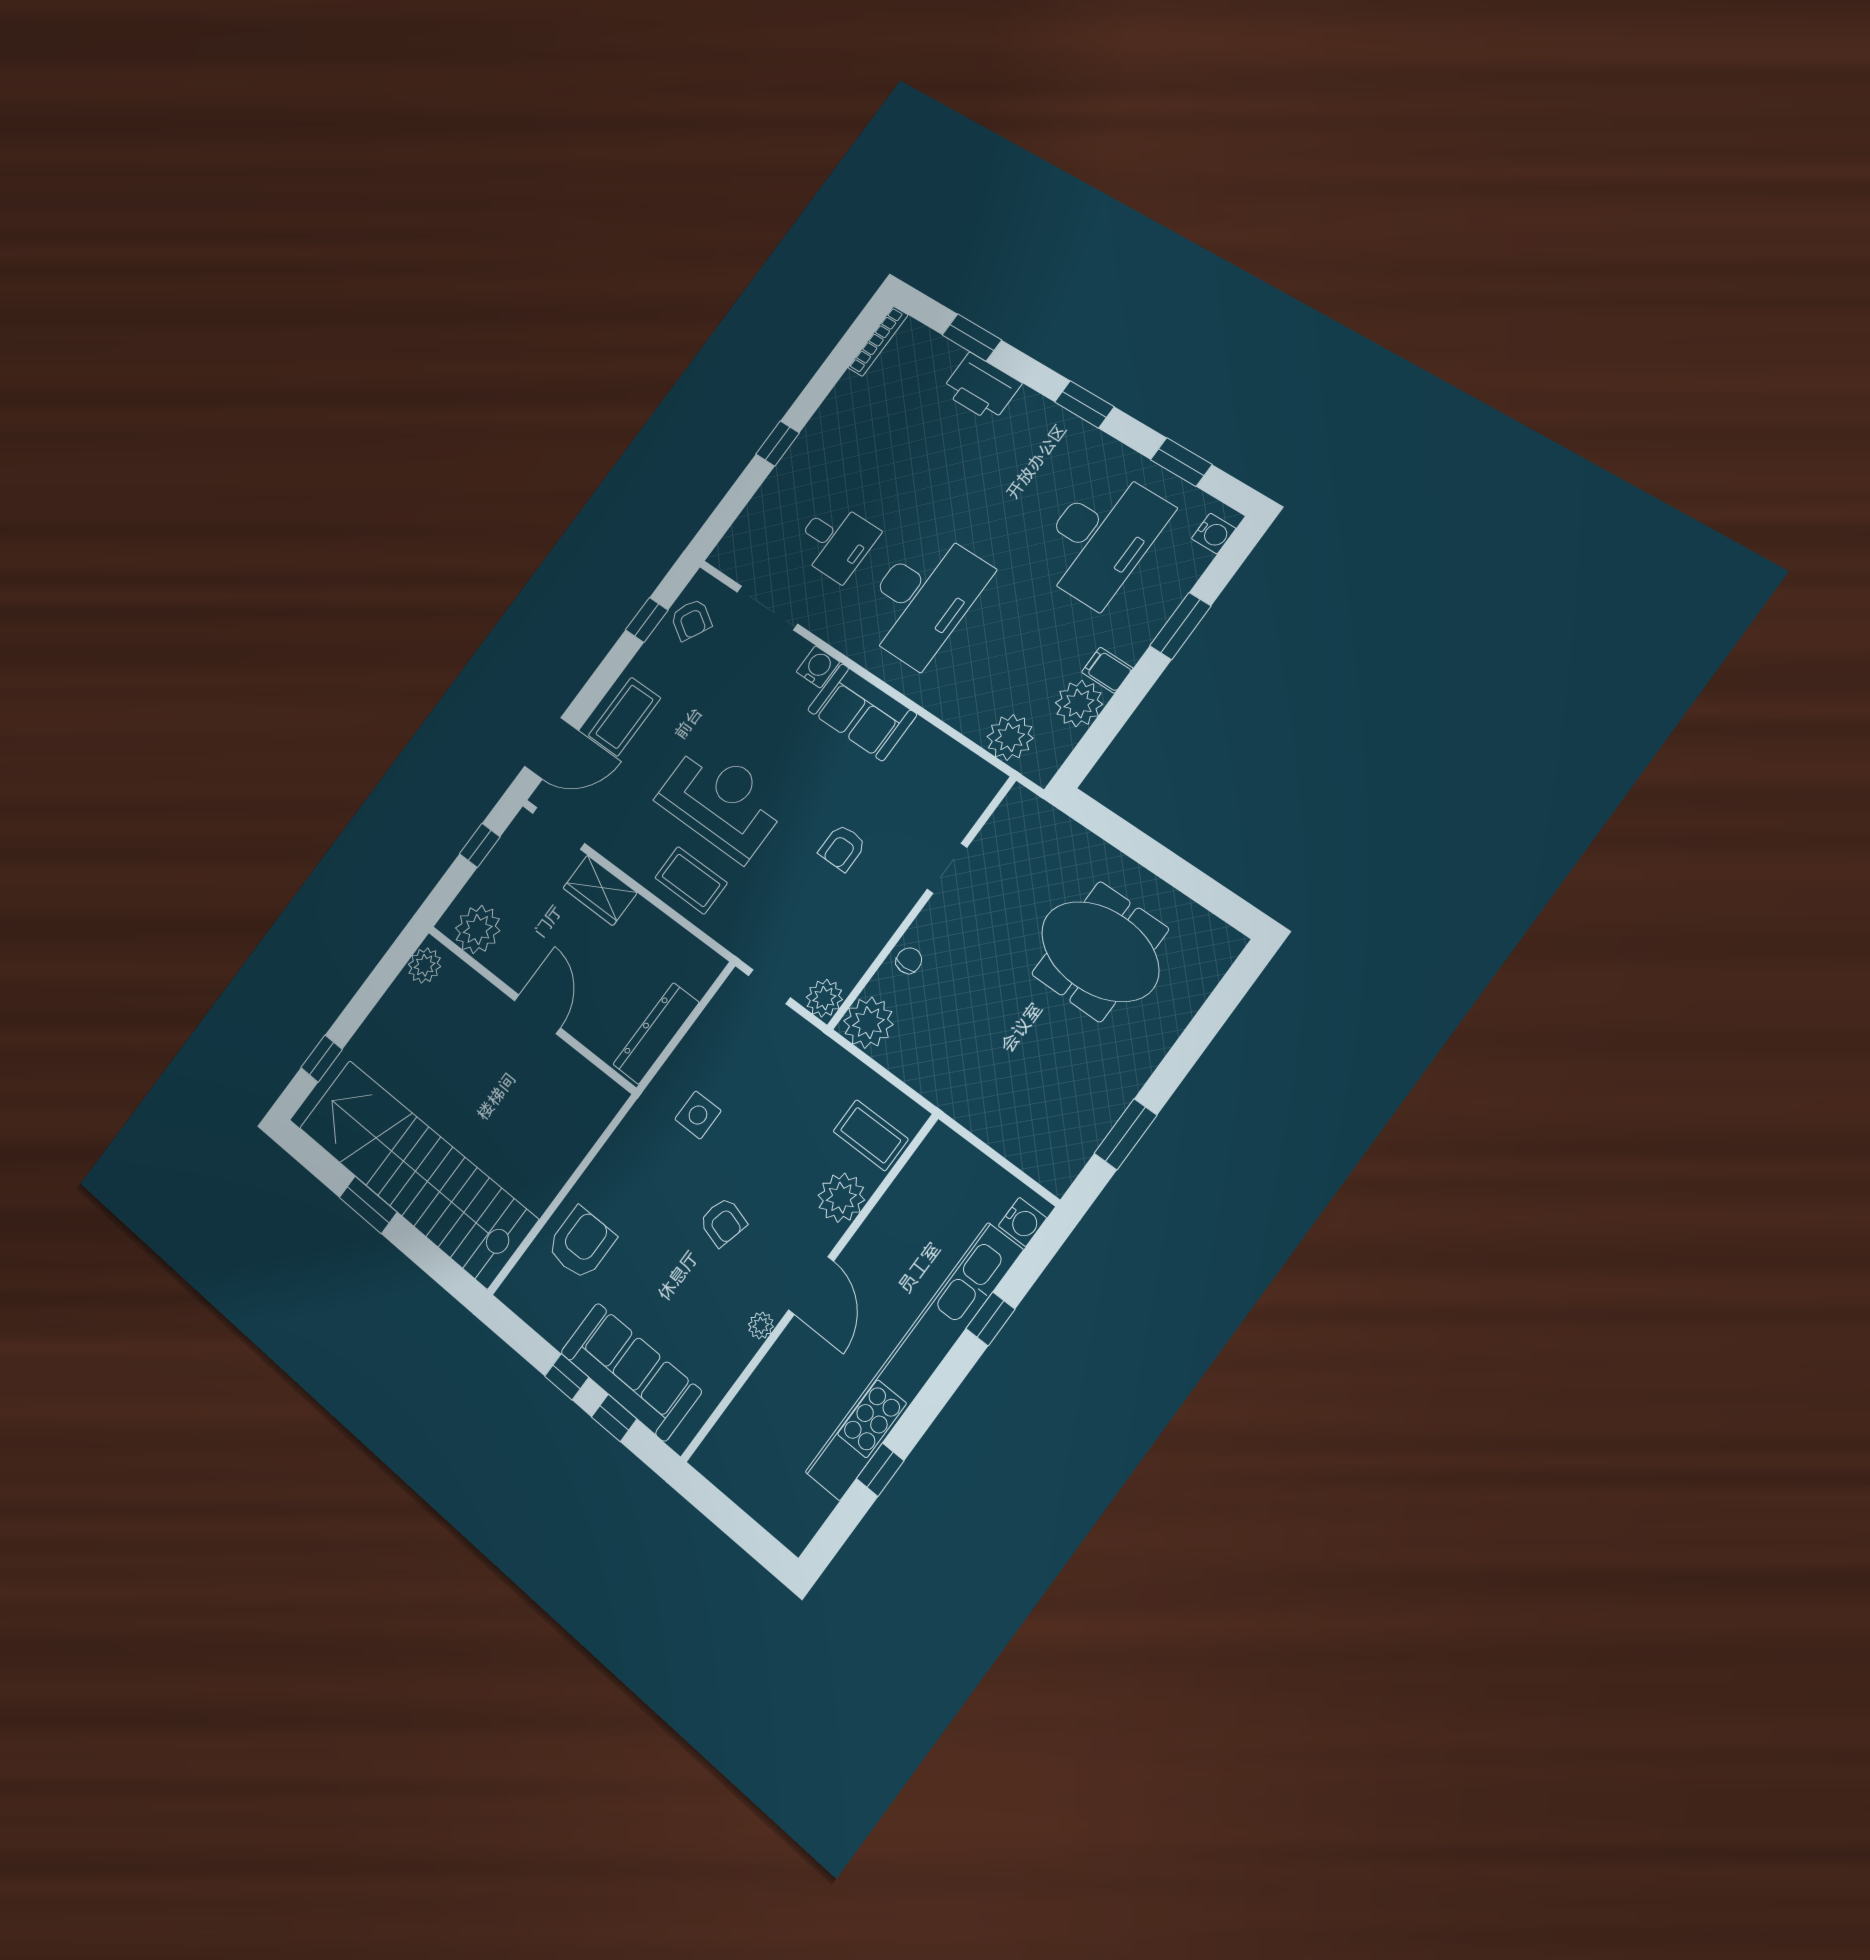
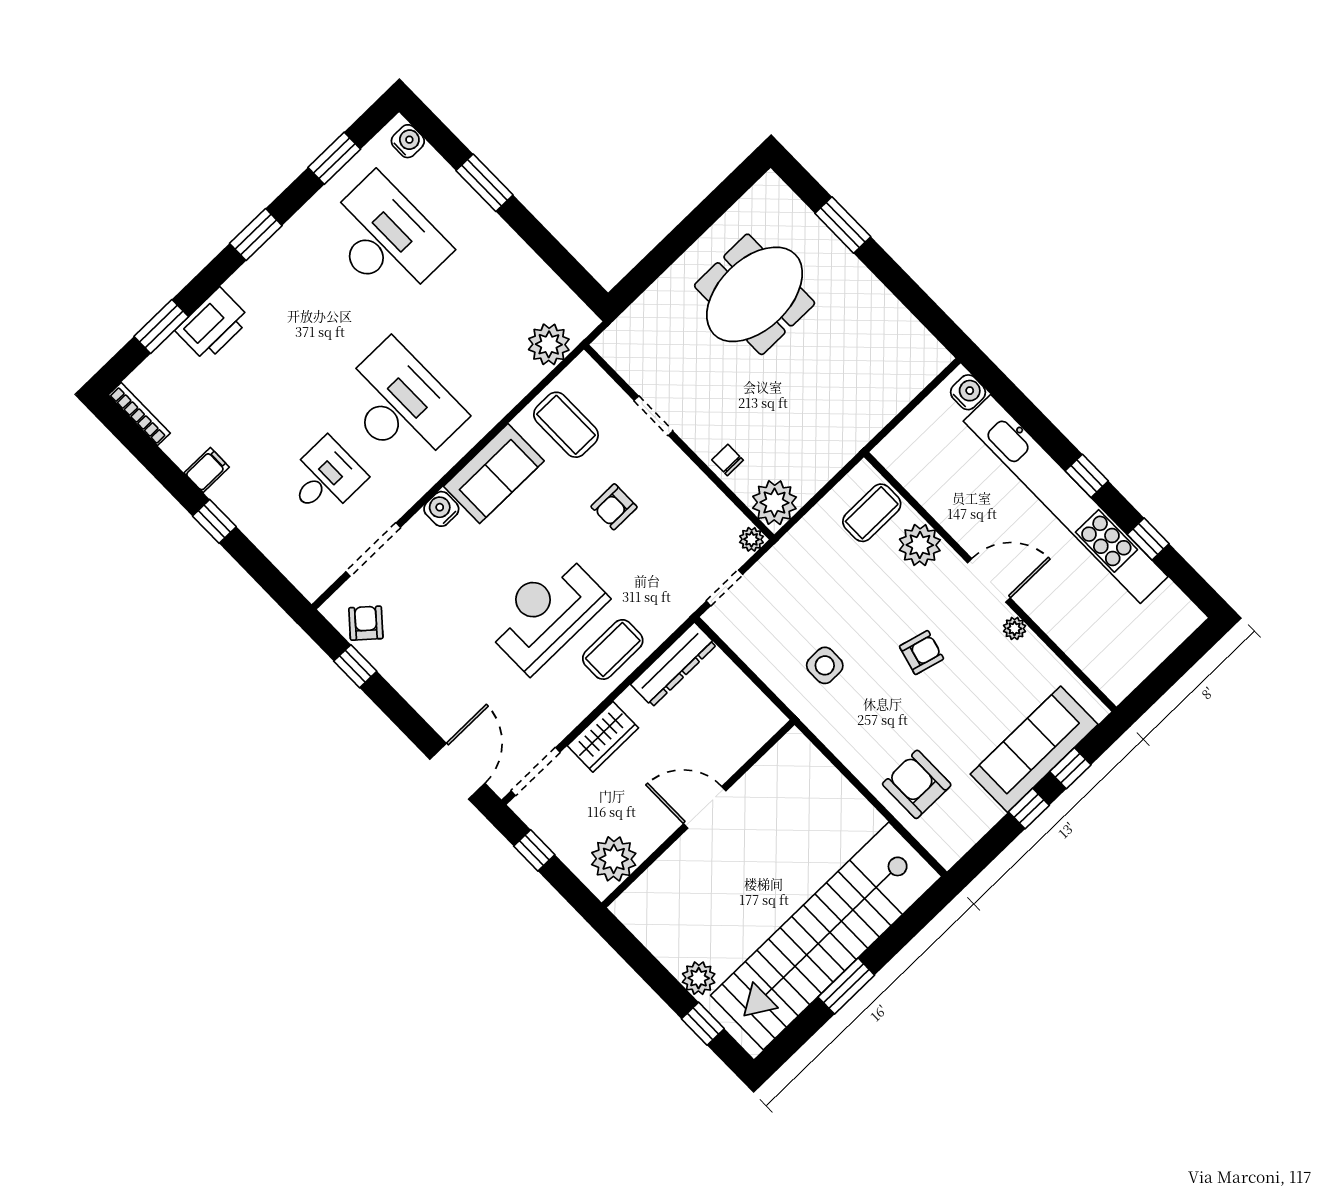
armchair: (691, 620) -> (366, 623), turned -79
filing cabinet: (1107, 670) -> (207, 470), moved, turned 180
plant: (1079, 704) -> (533, 280), removed
coffee table: (624, 717) -> (566, 425), moved
armchair: (842, 848) -> (614, 507), turned 90
plant: (425, 965) -> (699, 978), moved
plant: (824, 998) -> (752, 539), width x0.73, depth x0.73
dresser: (656, 1033) -> (674, 665), moved, turned -90
window: (1126, 1134) -> (843, 225), moved
window: (990, 1319) -> (1087, 476), moved

